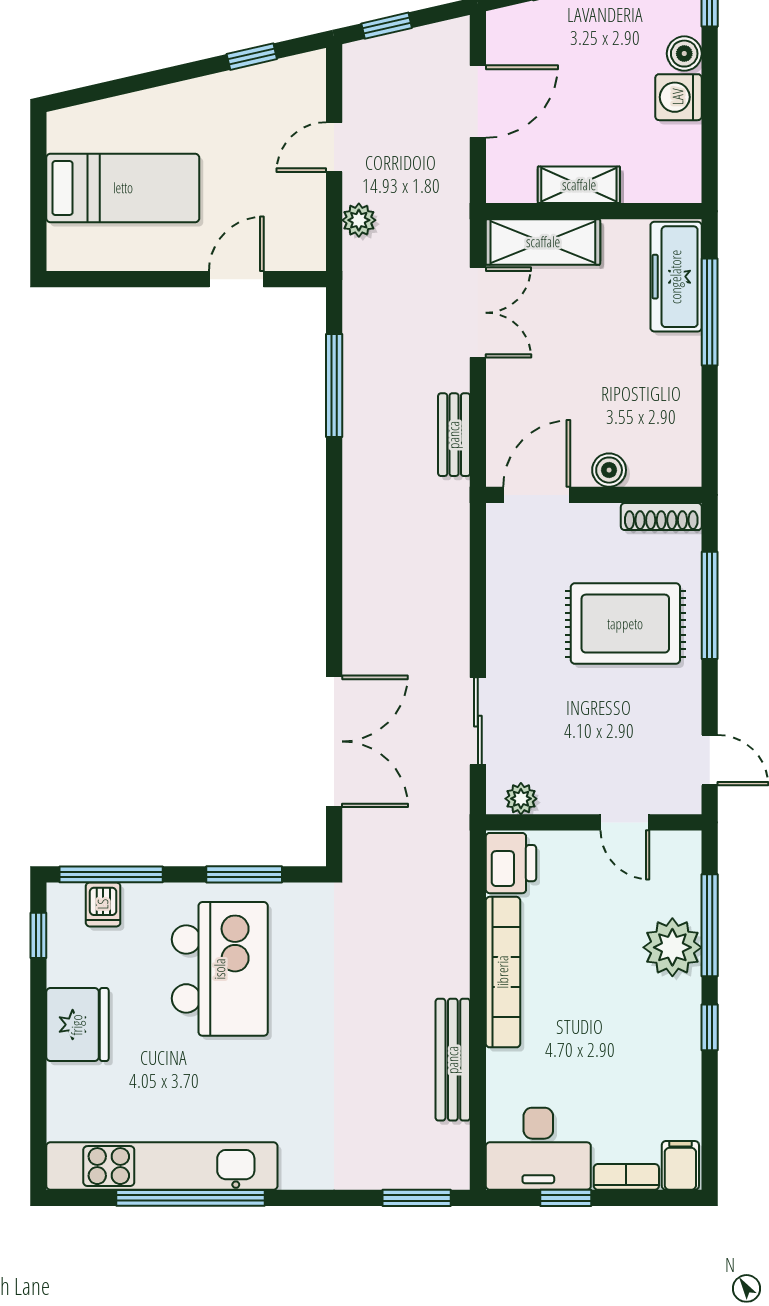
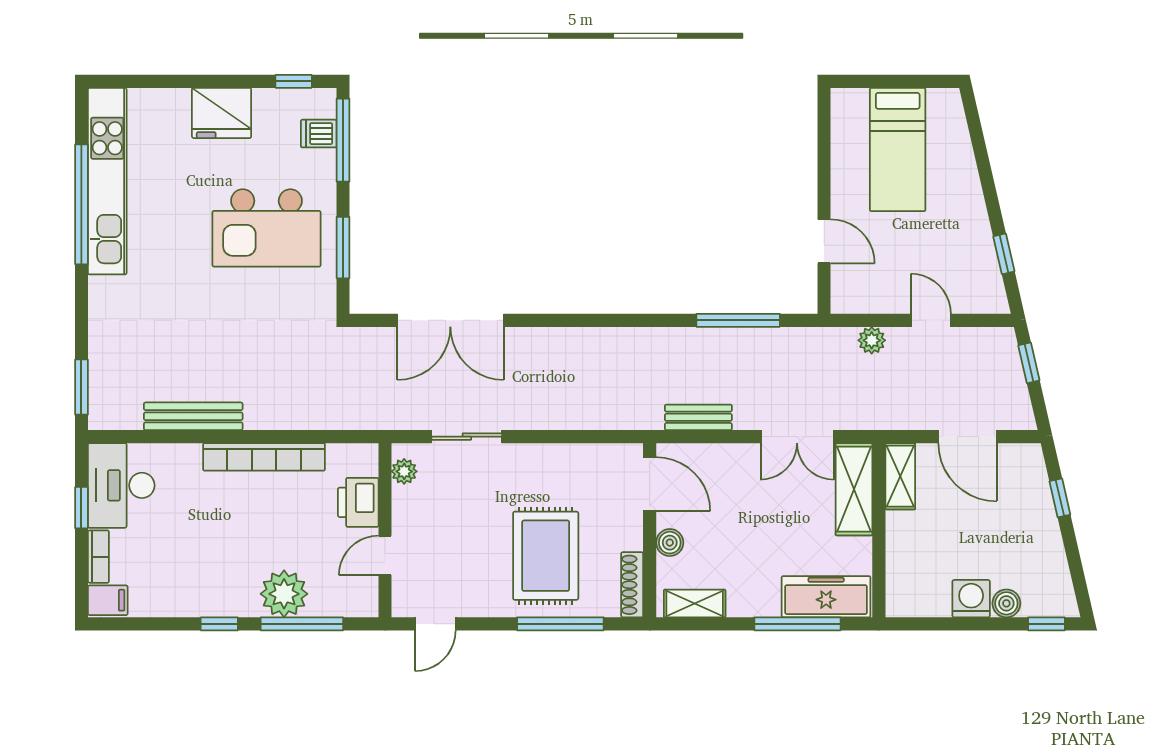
shelving: (579, 185) -> (900, 476), moved
shelving: (684, 439) -> (695, 604), added
printer: (511, 863) -> (358, 502), moved, turned 90

